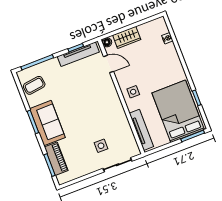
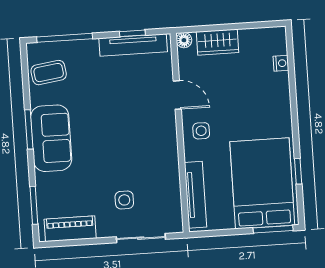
door: (109, 64) -> (177, 95), moved
piano: (56, 159) -> (70, 229), moved, turned -90

